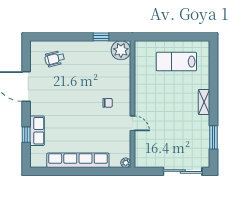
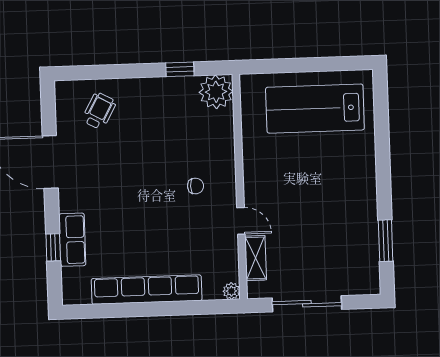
wheelchair: (55, 59) -> (99, 111), turned 133
lab bench: (176, 62) -> (315, 109), width x1.36, depth x1.39
shelving: (204, 102) -> (256, 258), moved
sliding door: (183, 171) -> (307, 304), moved

